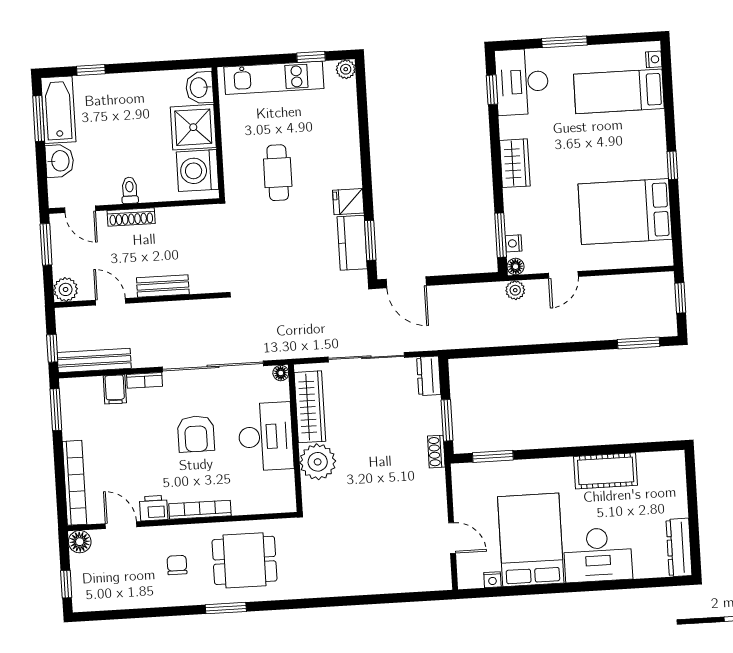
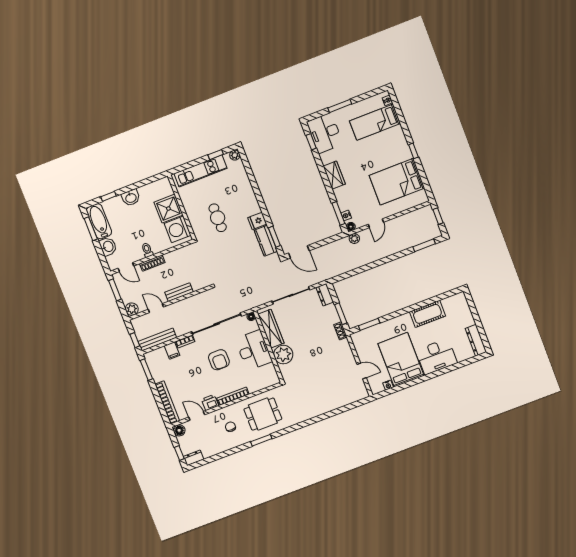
washbasin: (199, 88) -> (131, 198), moved, turned -90
dresser: (90, 601) -> (194, 458), added

